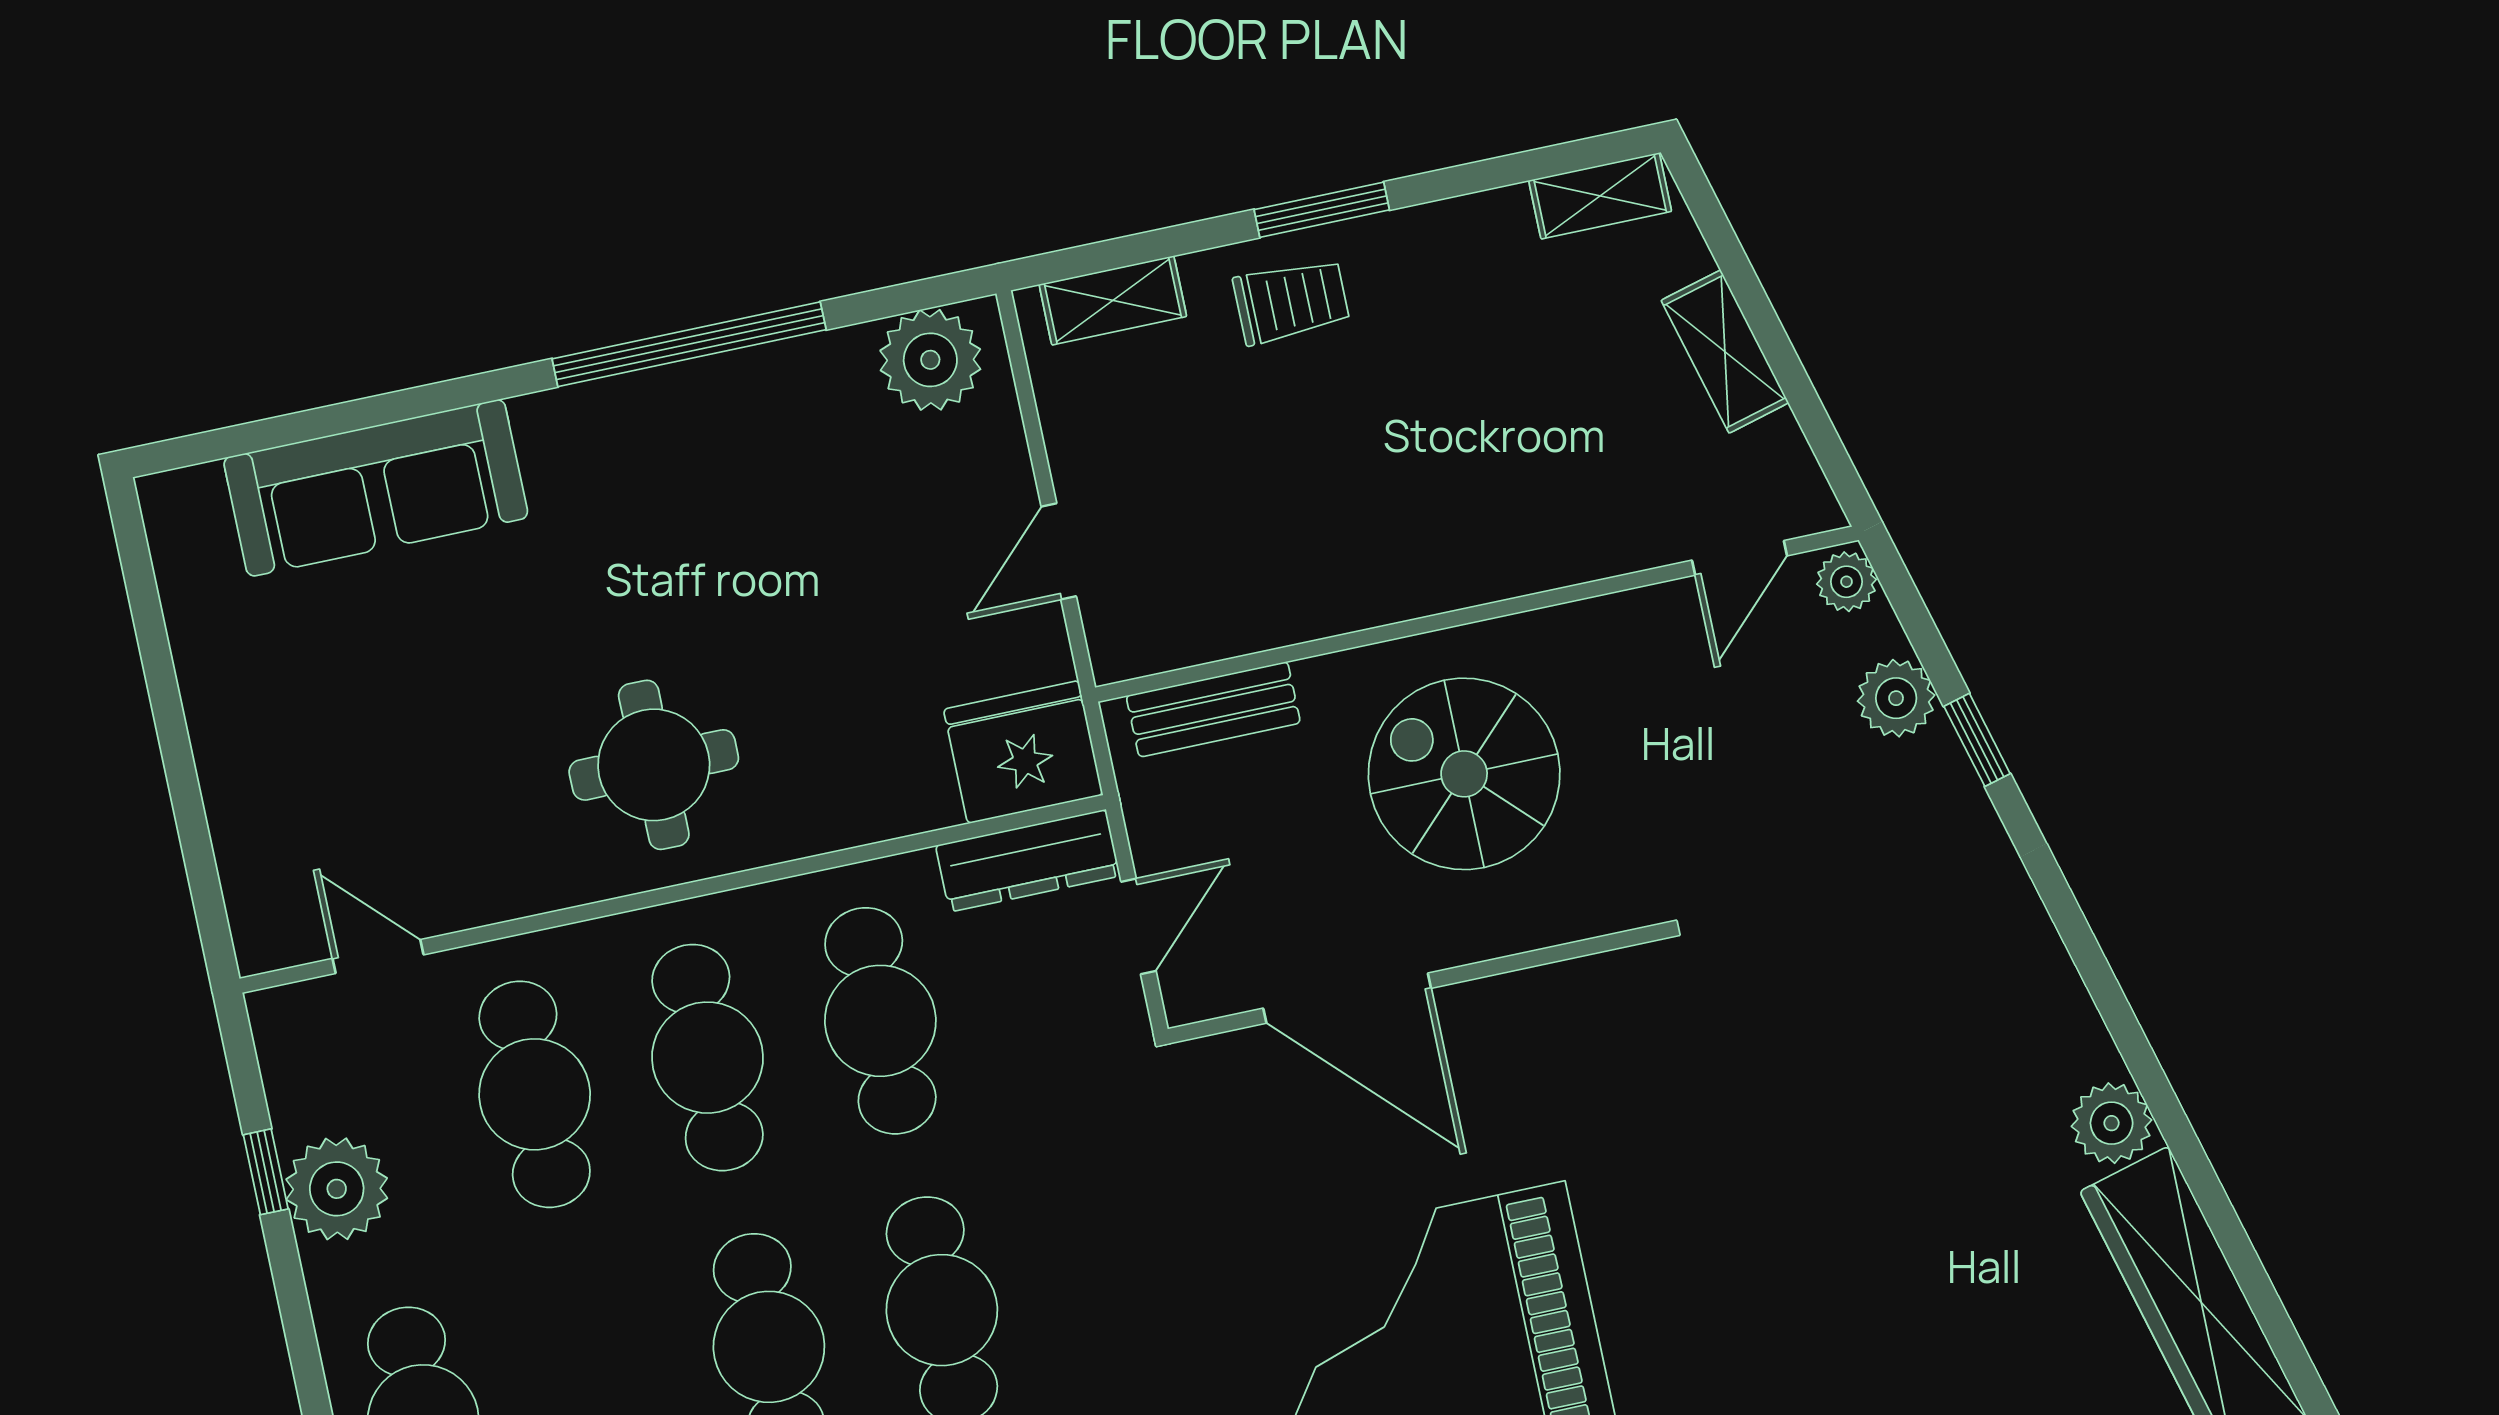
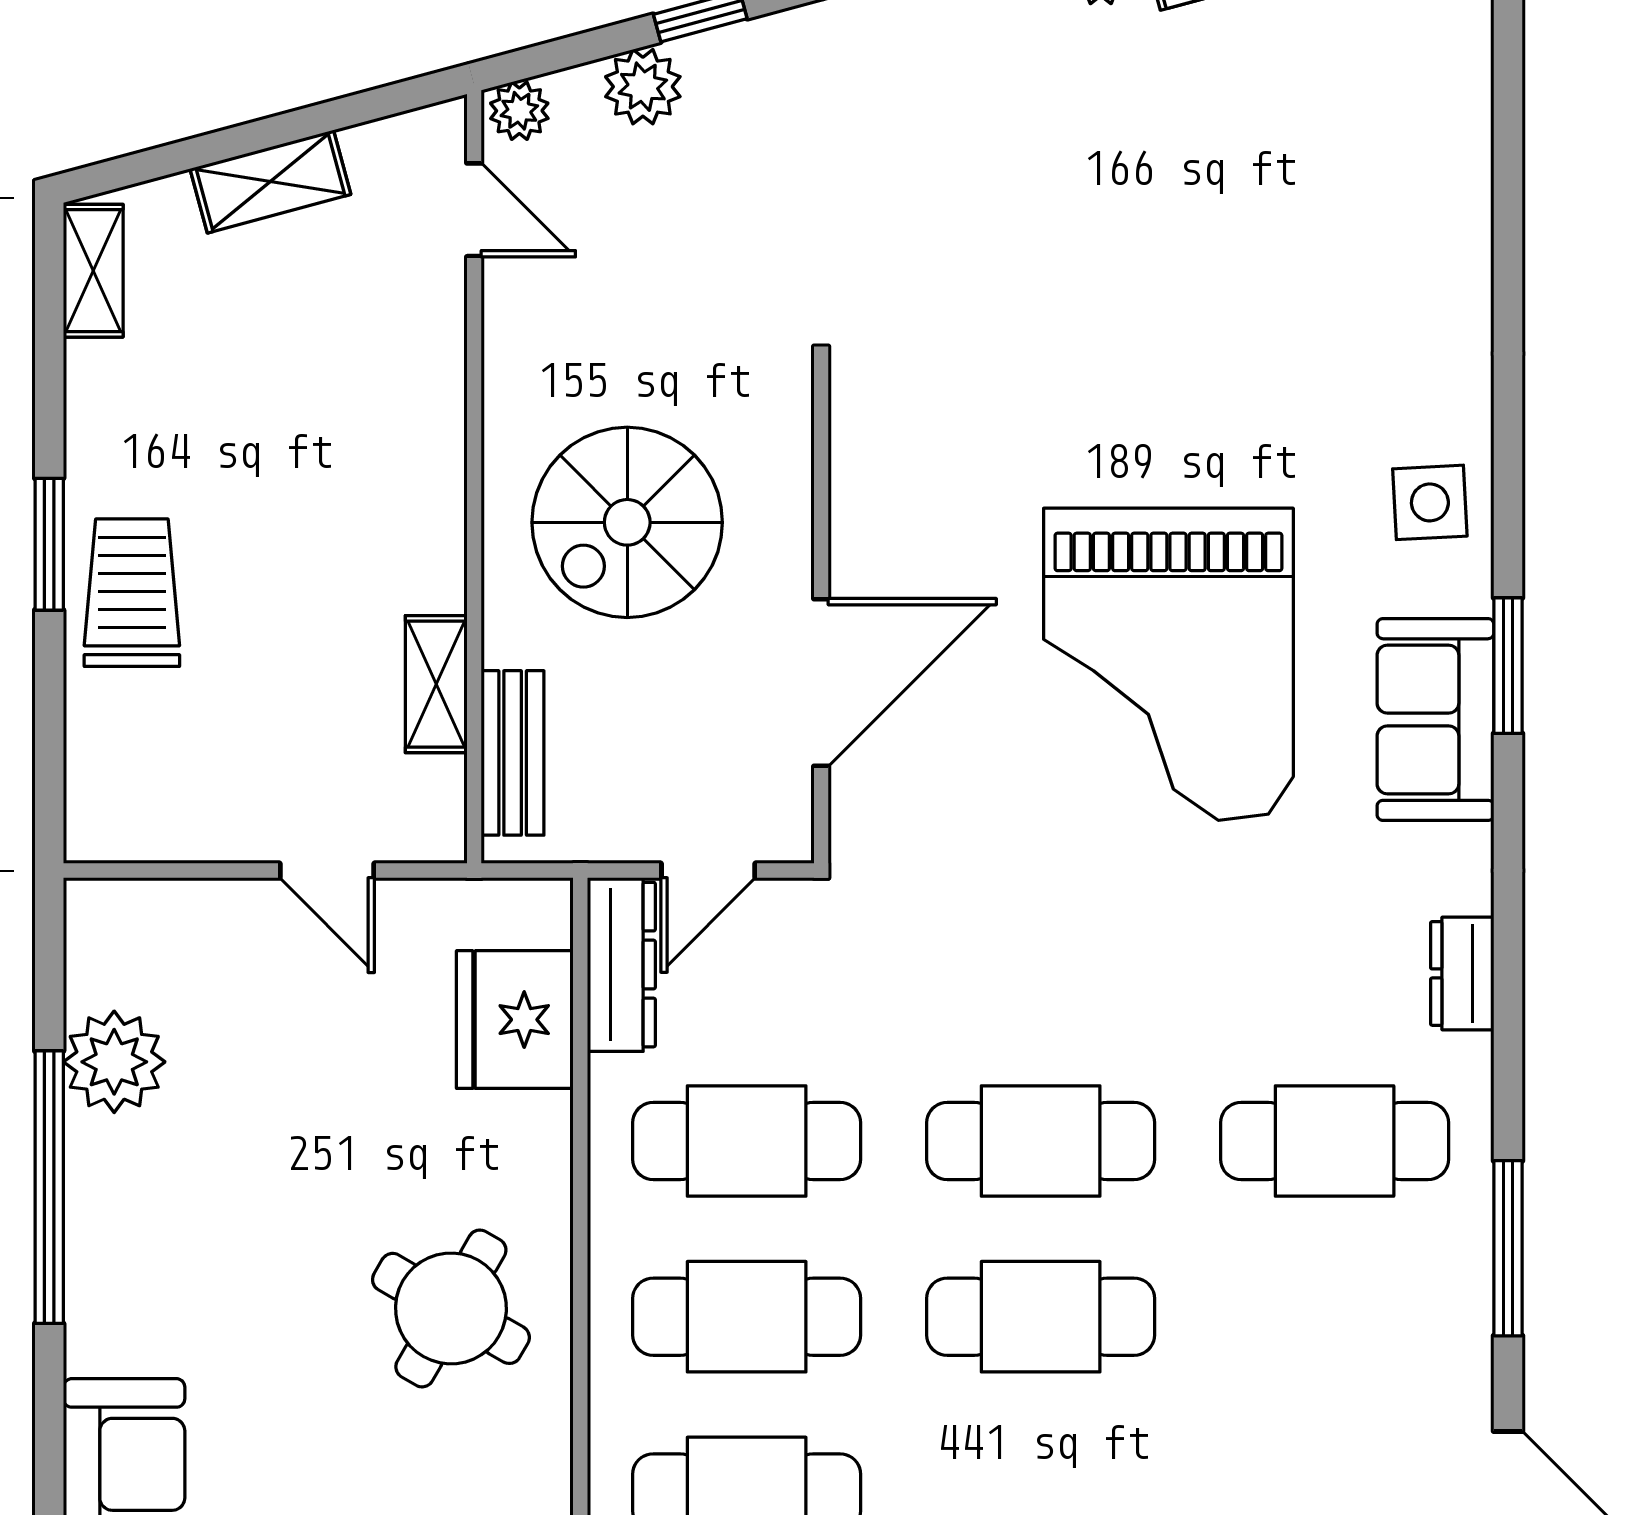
shelving: (1113, 300) -> (436, 684), moved
trolley: (1291, 301) -> (132, 593), width x1.36, depth x1.39
plant: (930, 360) -> (114, 1062), moved
fridge: (1023, 752) -> (515, 1020), moved
round table: (654, 765) -> (451, 1308), turned 30
door: (1138, 926) -> (708, 871), swing flipped

